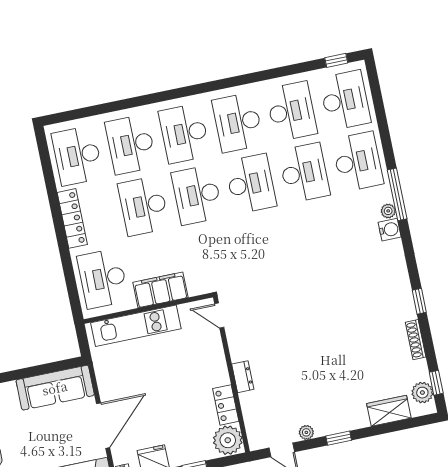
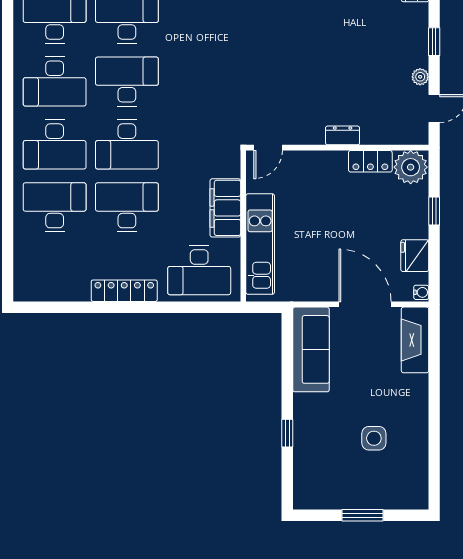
desk: (131, 145) -> (55, 207), turned 180
desk: (77, 156) -> (55, 270), removed
desk: (144, 206) -> (127, 207), turned 180

